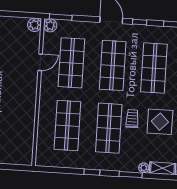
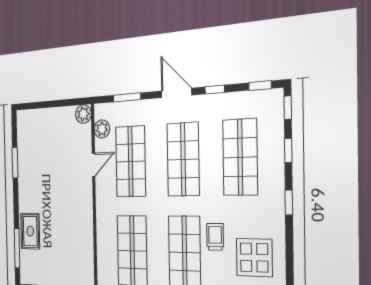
window: (61, 17) -> (127, 97), moved
plant: (50, 25) -> (102, 129), moved
display table: (160, 122) -> (254, 258), moved

